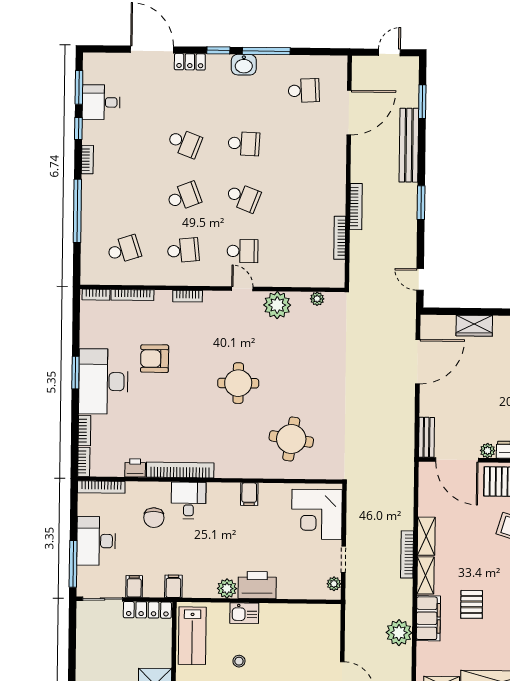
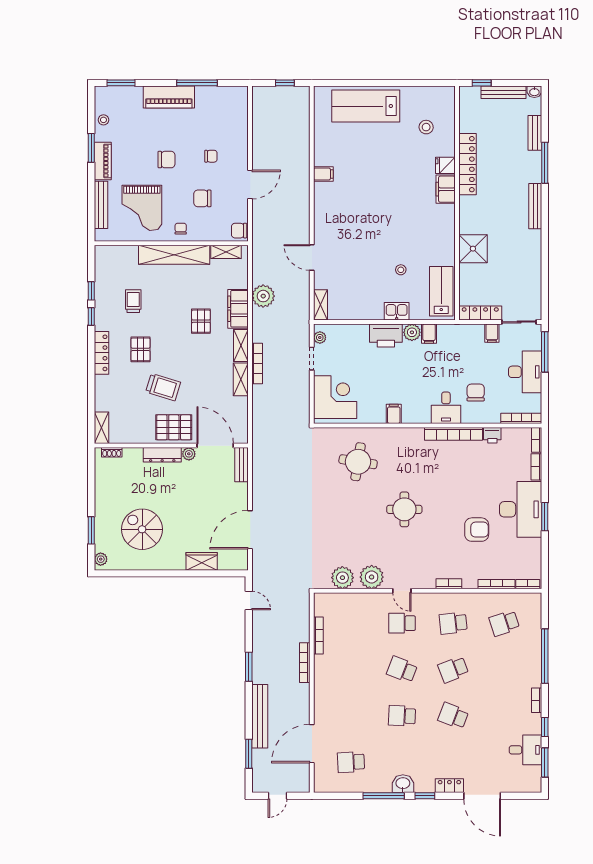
plant: (317, 299) -> (342, 578), width x1.88, depth x1.88
filing cabinet: (173, 586) -> (429, 334), moved
shelving: (333, 622) -> (320, 305), added

